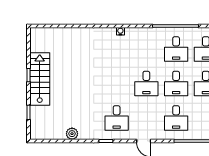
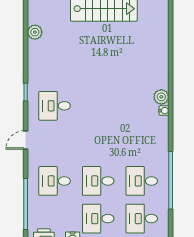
plant: (110, 34) -> (161, 97), added
desk: (146, 83) -> (98, 143), removed
plant: (72, 134) -> (35, 32), moved

